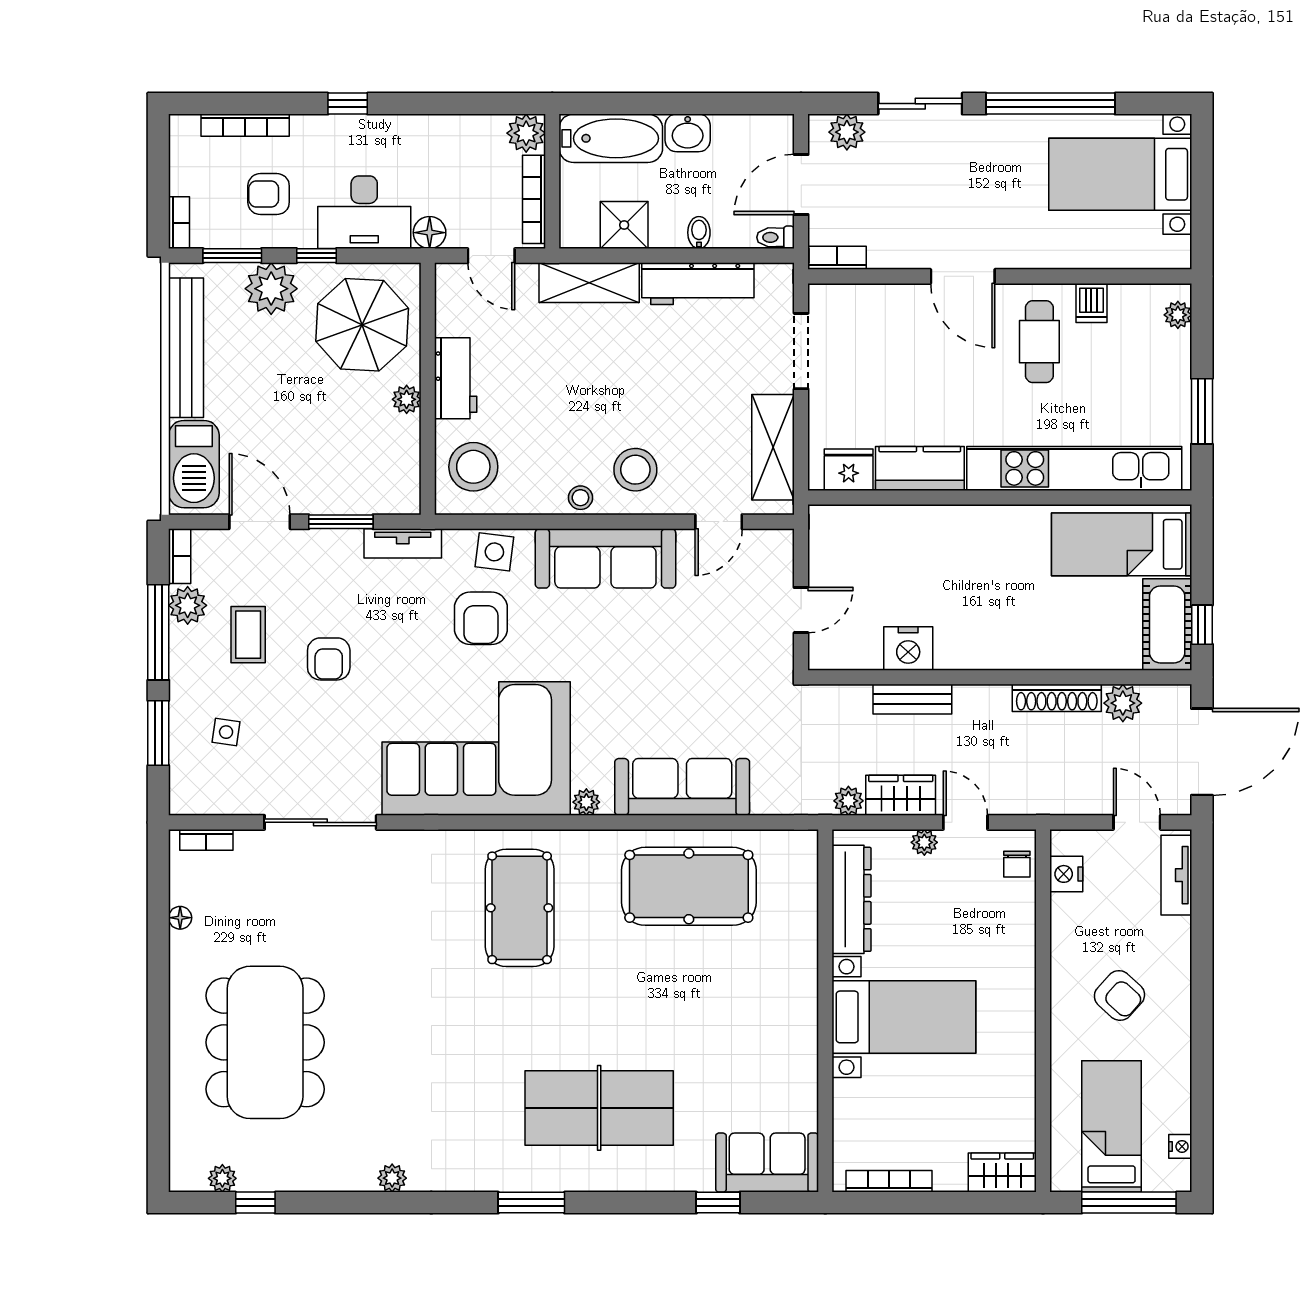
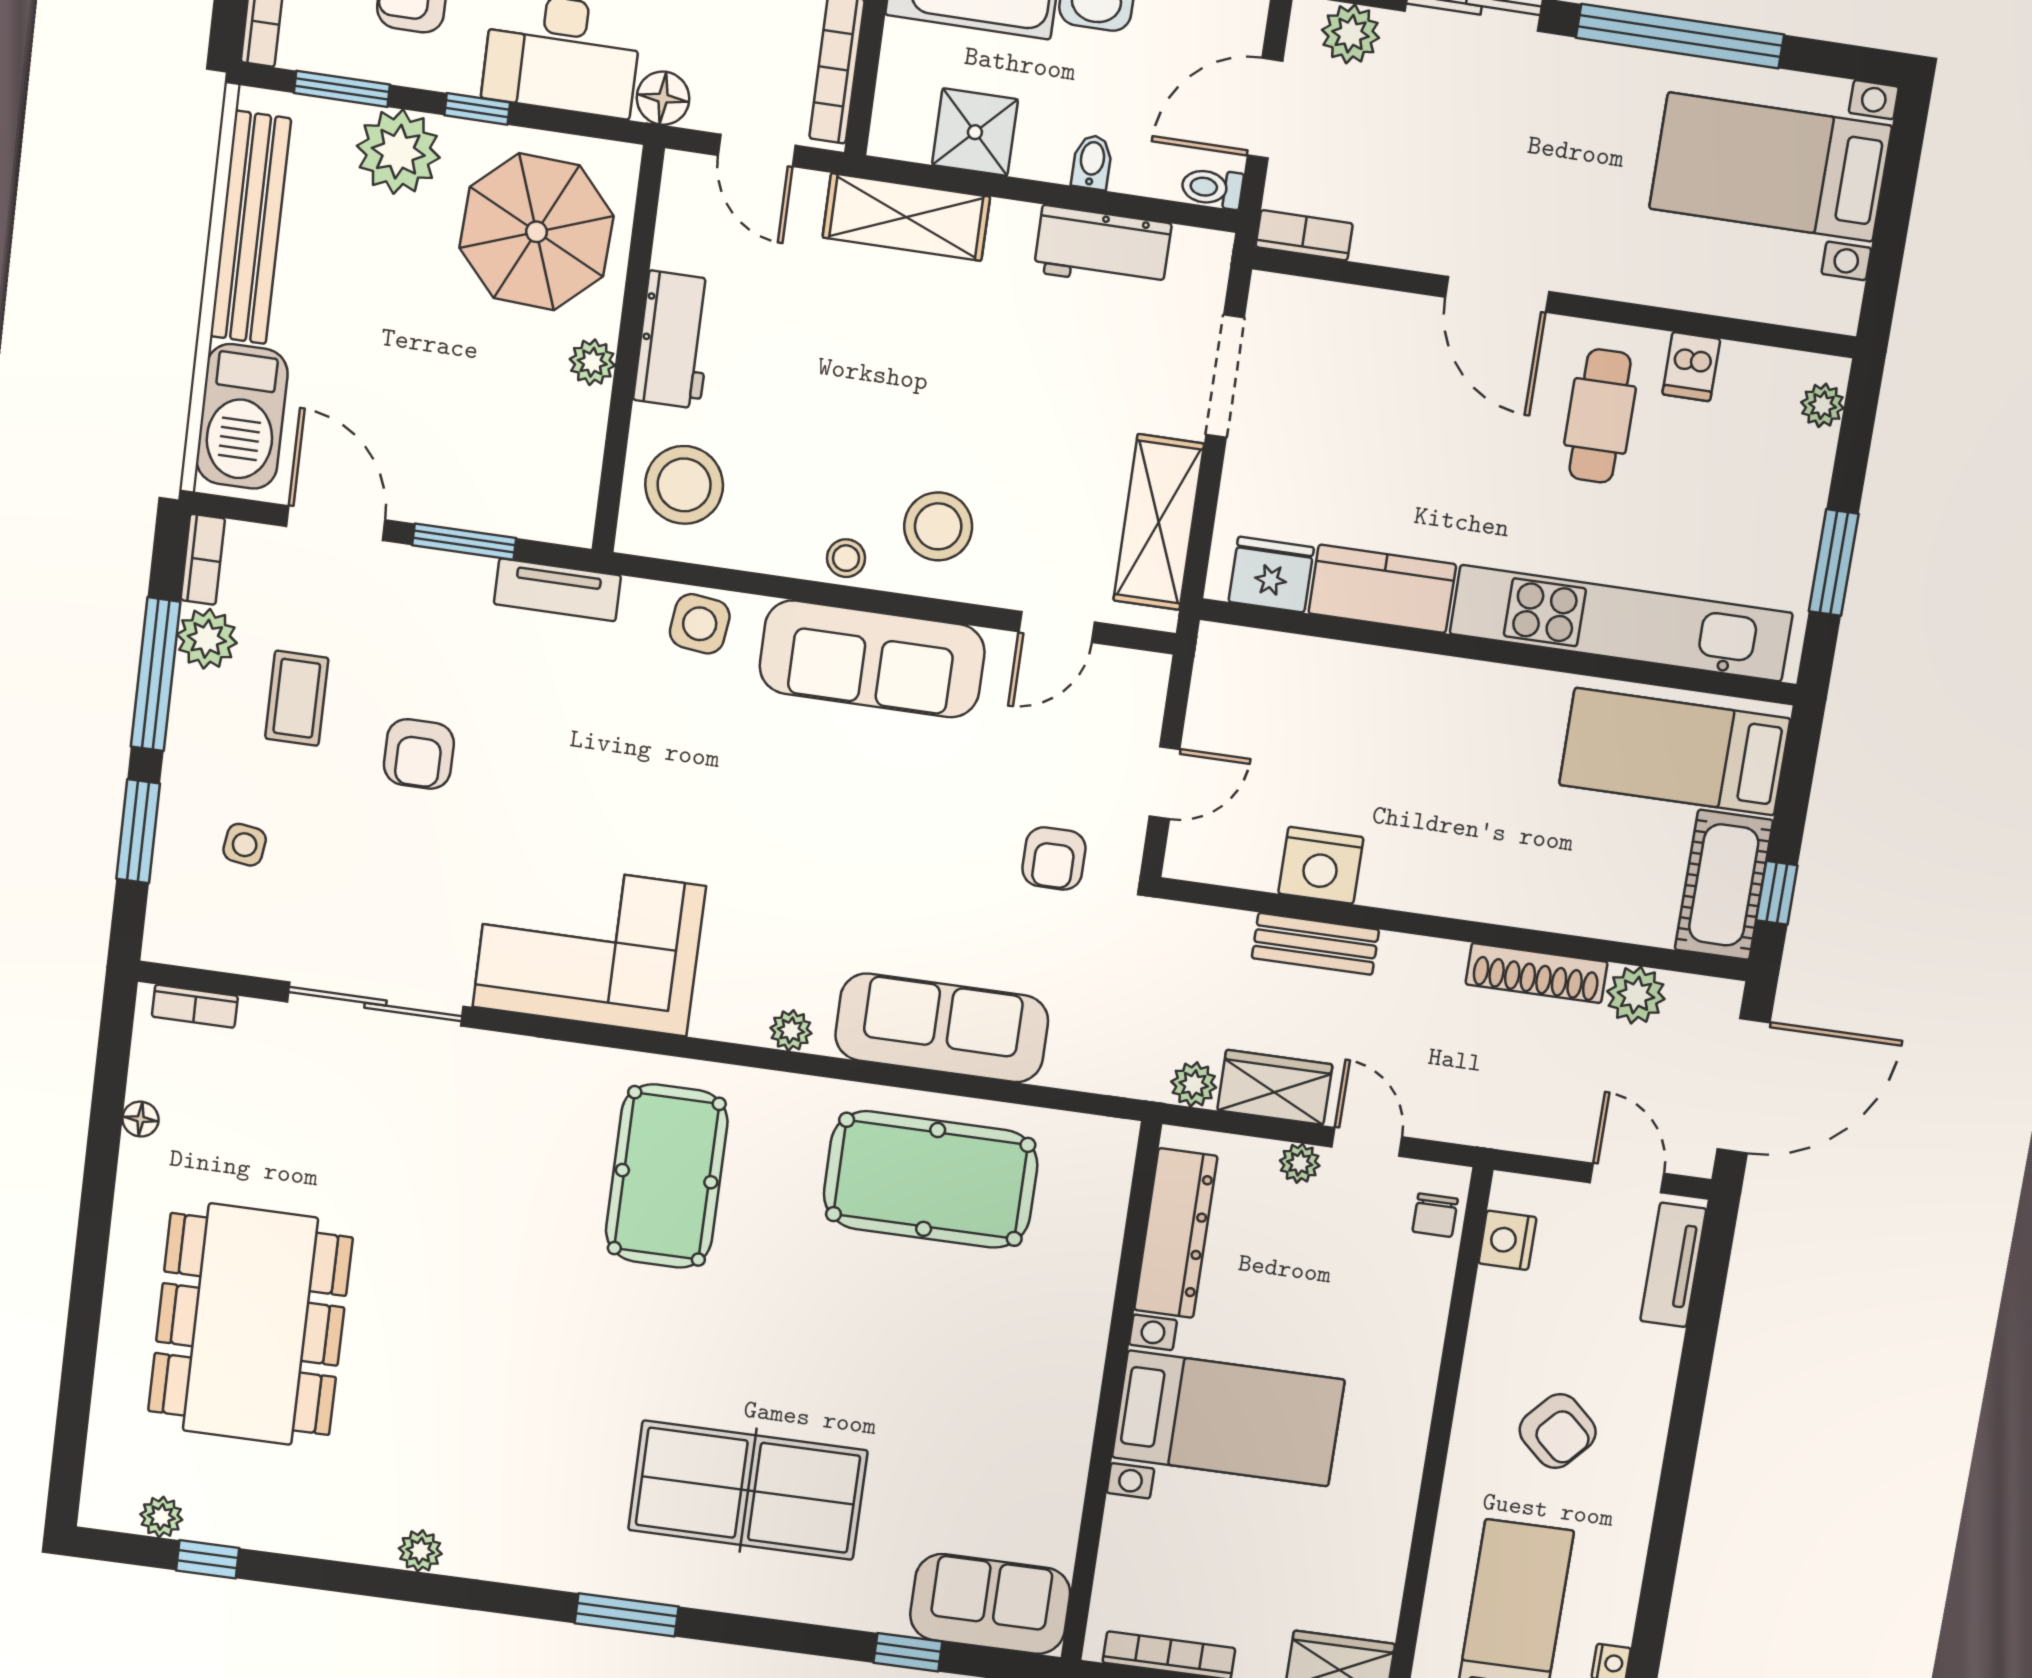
workbench: (698, 284) -> (1102, 248), width x0.73
armchair: (481, 618) -> (1054, 858), moved, width x0.72, depth x0.72
corner sofa: (476, 749) -> (589, 947), width x0.73, depth x0.74

